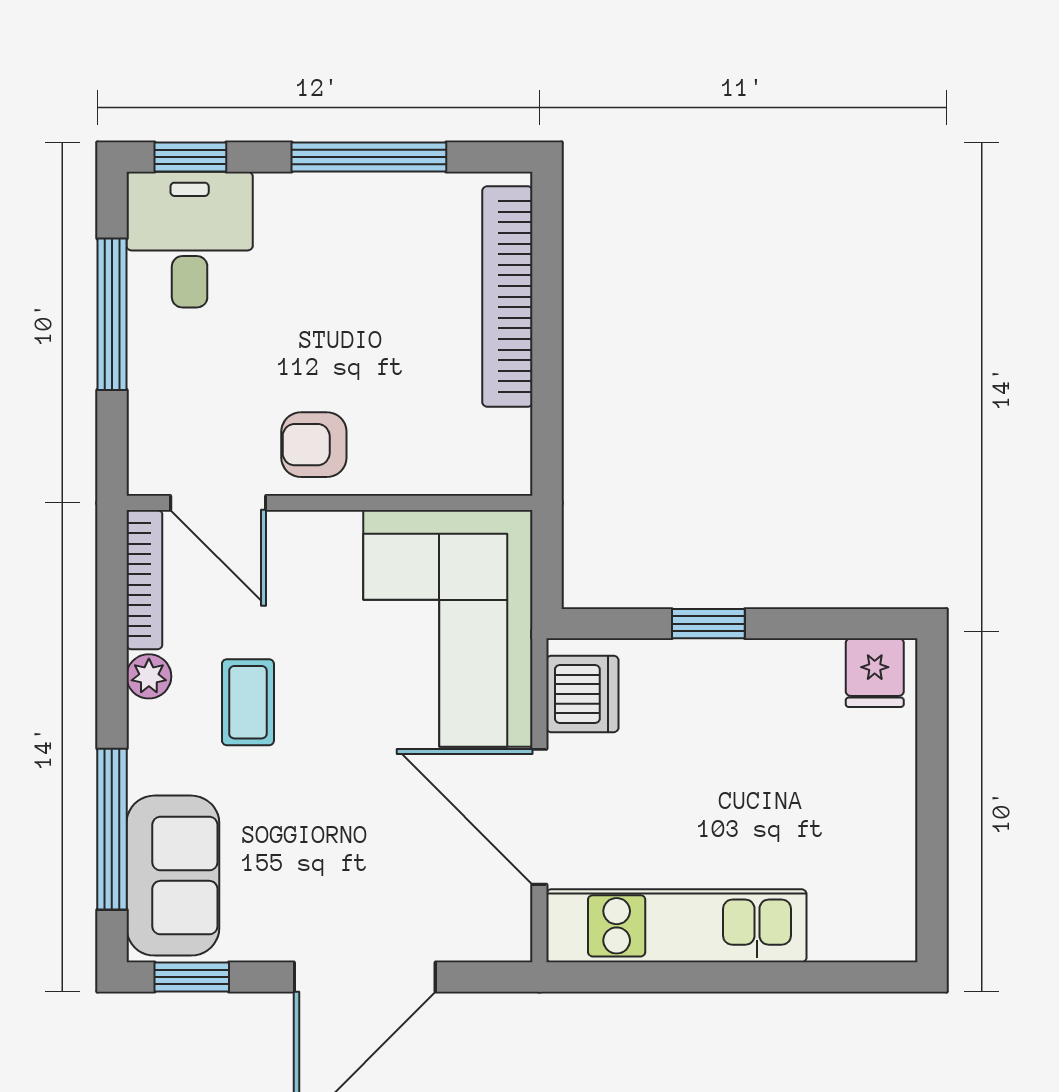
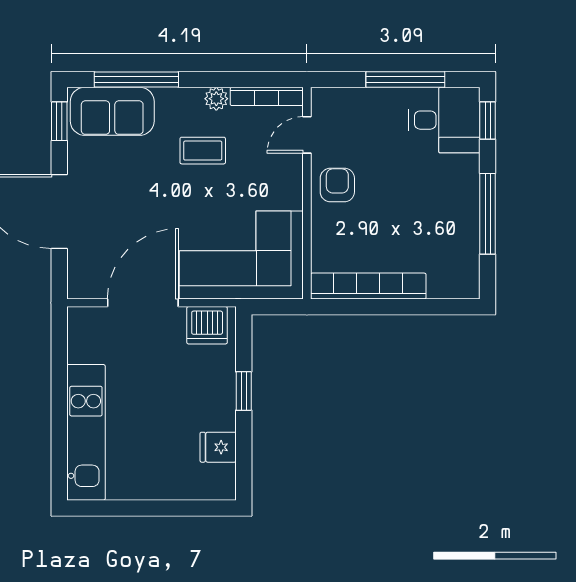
bookcase: (507, 297) -> (368, 286), moved
door: (218, 503) -> (307, 135), width x0.73
fridge: (875, 673) -> (218, 447), moved
kitchen unit: (676, 926) -> (86, 432), moved

